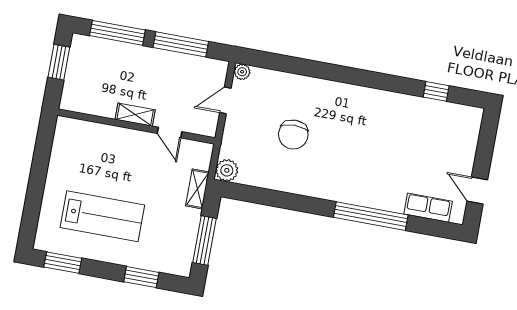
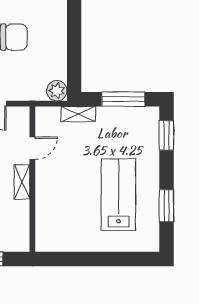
window: (63, 263) -> (166, 206), moved
window: (141, 277) -> (166, 135), moved

